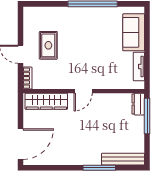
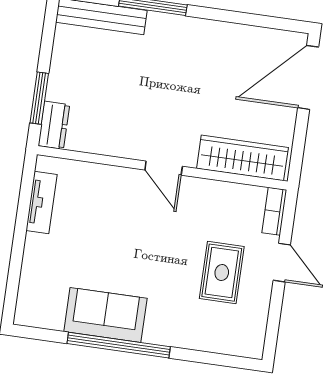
sofa: (134, 32) -> (105, 315), moved, turned -90
door: (83, 91) -> (164, 168), swing flipped
window: (147, 116) -> (39, 98), width x0.69

